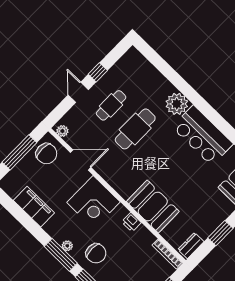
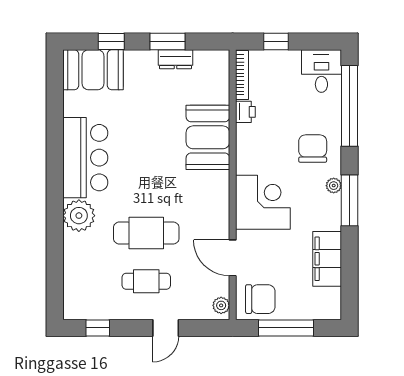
window: (98, 72) -> (98, 328), moved
chair: (46, 154) -> (260, 299), turned 90
printer: (131, 222) -> (245, 112), moved
dresser: (191, 246) -> (175, 59), moved
window: (61, 255) -> (349, 200), moved

